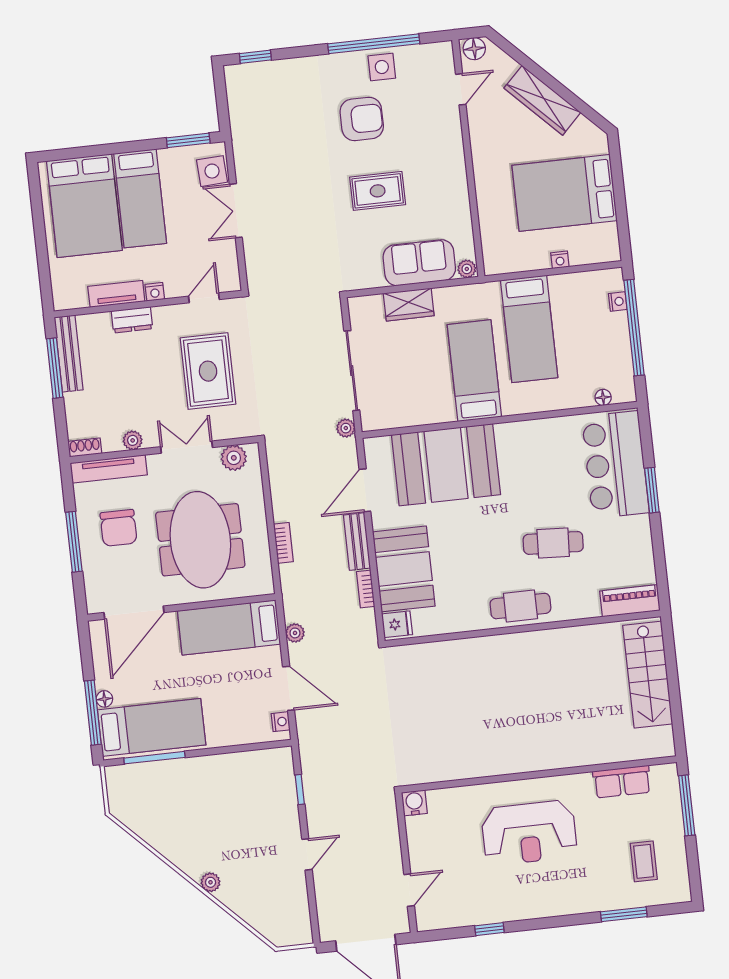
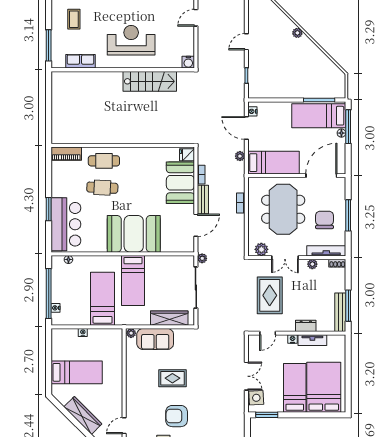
bed: (565, 193) -> (77, 372), width x0.67
wardrobe: (409, 304) -> (169, 318), width x1.50
booth: (446, 465) -> (134, 234), moved
cafe table: (520, 606) -> (104, 161), moved
stairs: (648, 675) -> (150, 81), moved, turned 90

